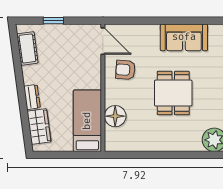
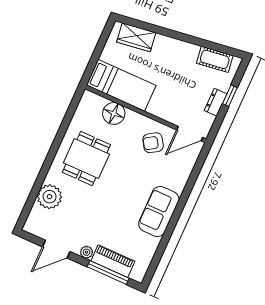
armchair: (125, 70) -> (153, 143), turned -127
dining table: (173, 93) -> (86, 159), moved, turned 90
dresser: (32, 97) -> (216, 102), moved, turned 98

